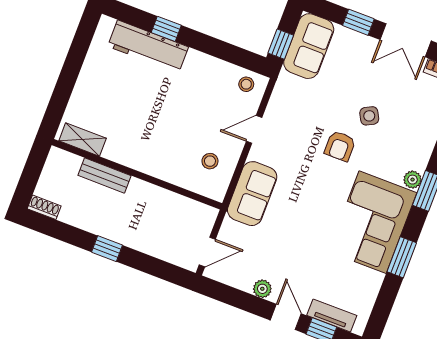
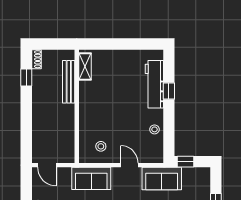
sofa: (309, 46) -> (162, 179), moved
stool: (246, 84) -> (154, 129), moved
bench: (105, 175) -> (69, 82), width x1.36
window: (107, 249) -> (26, 78), moved

